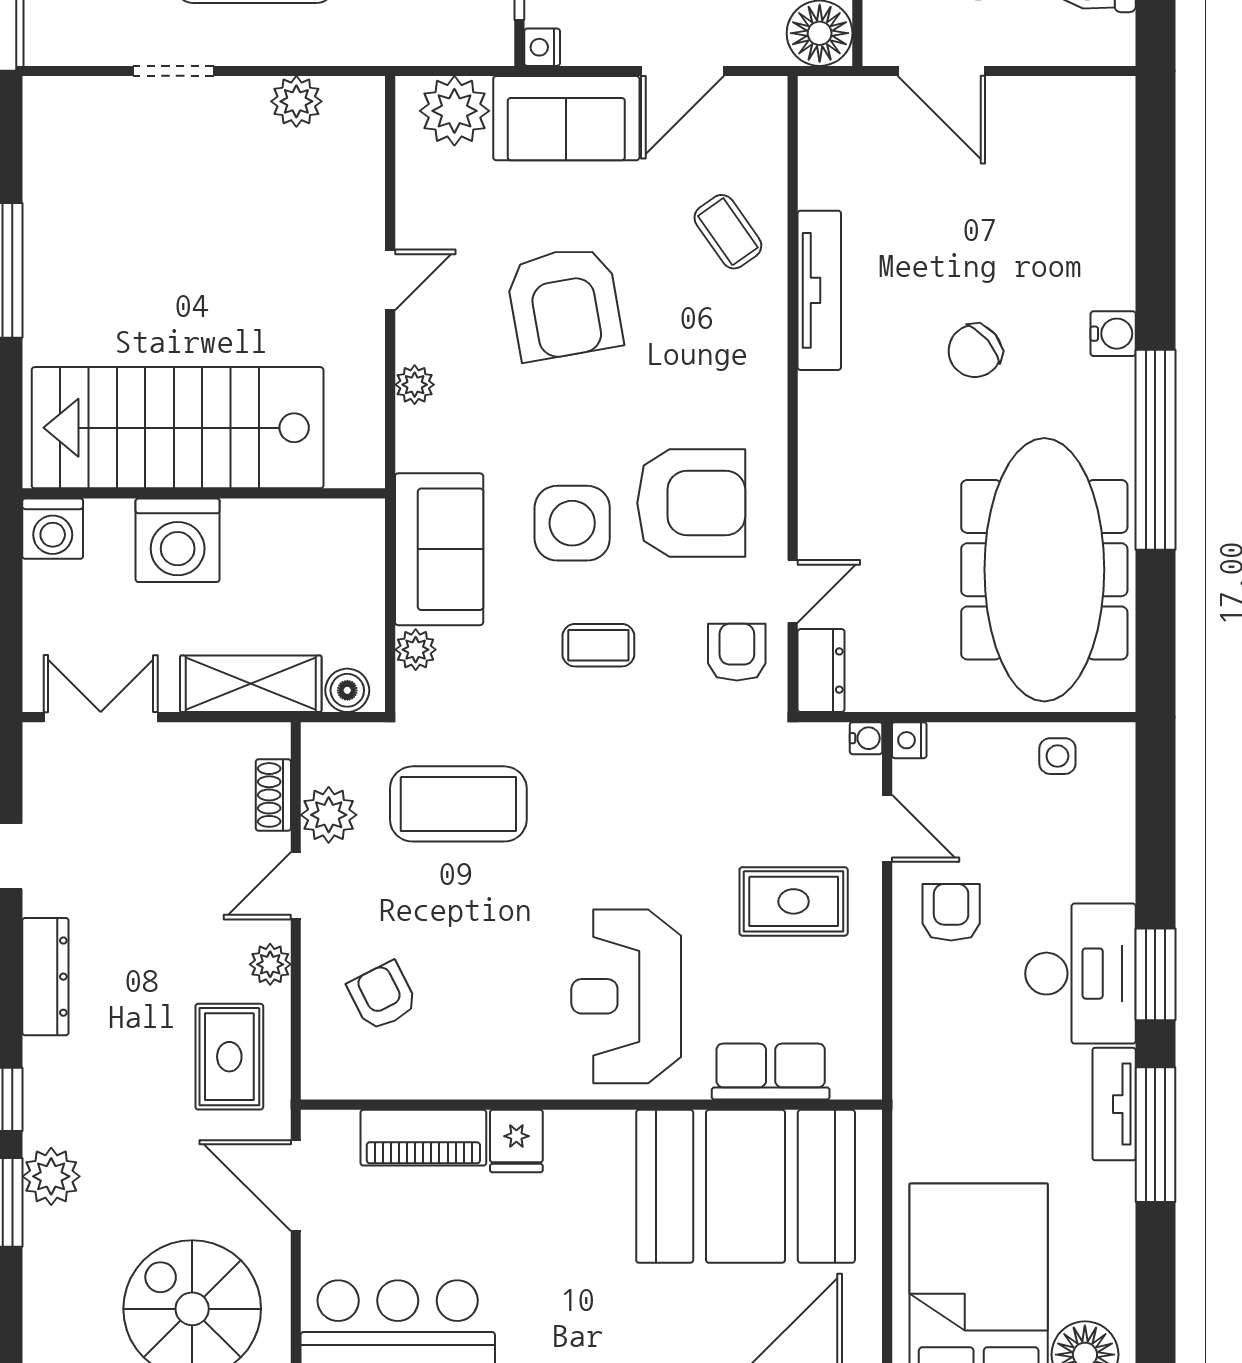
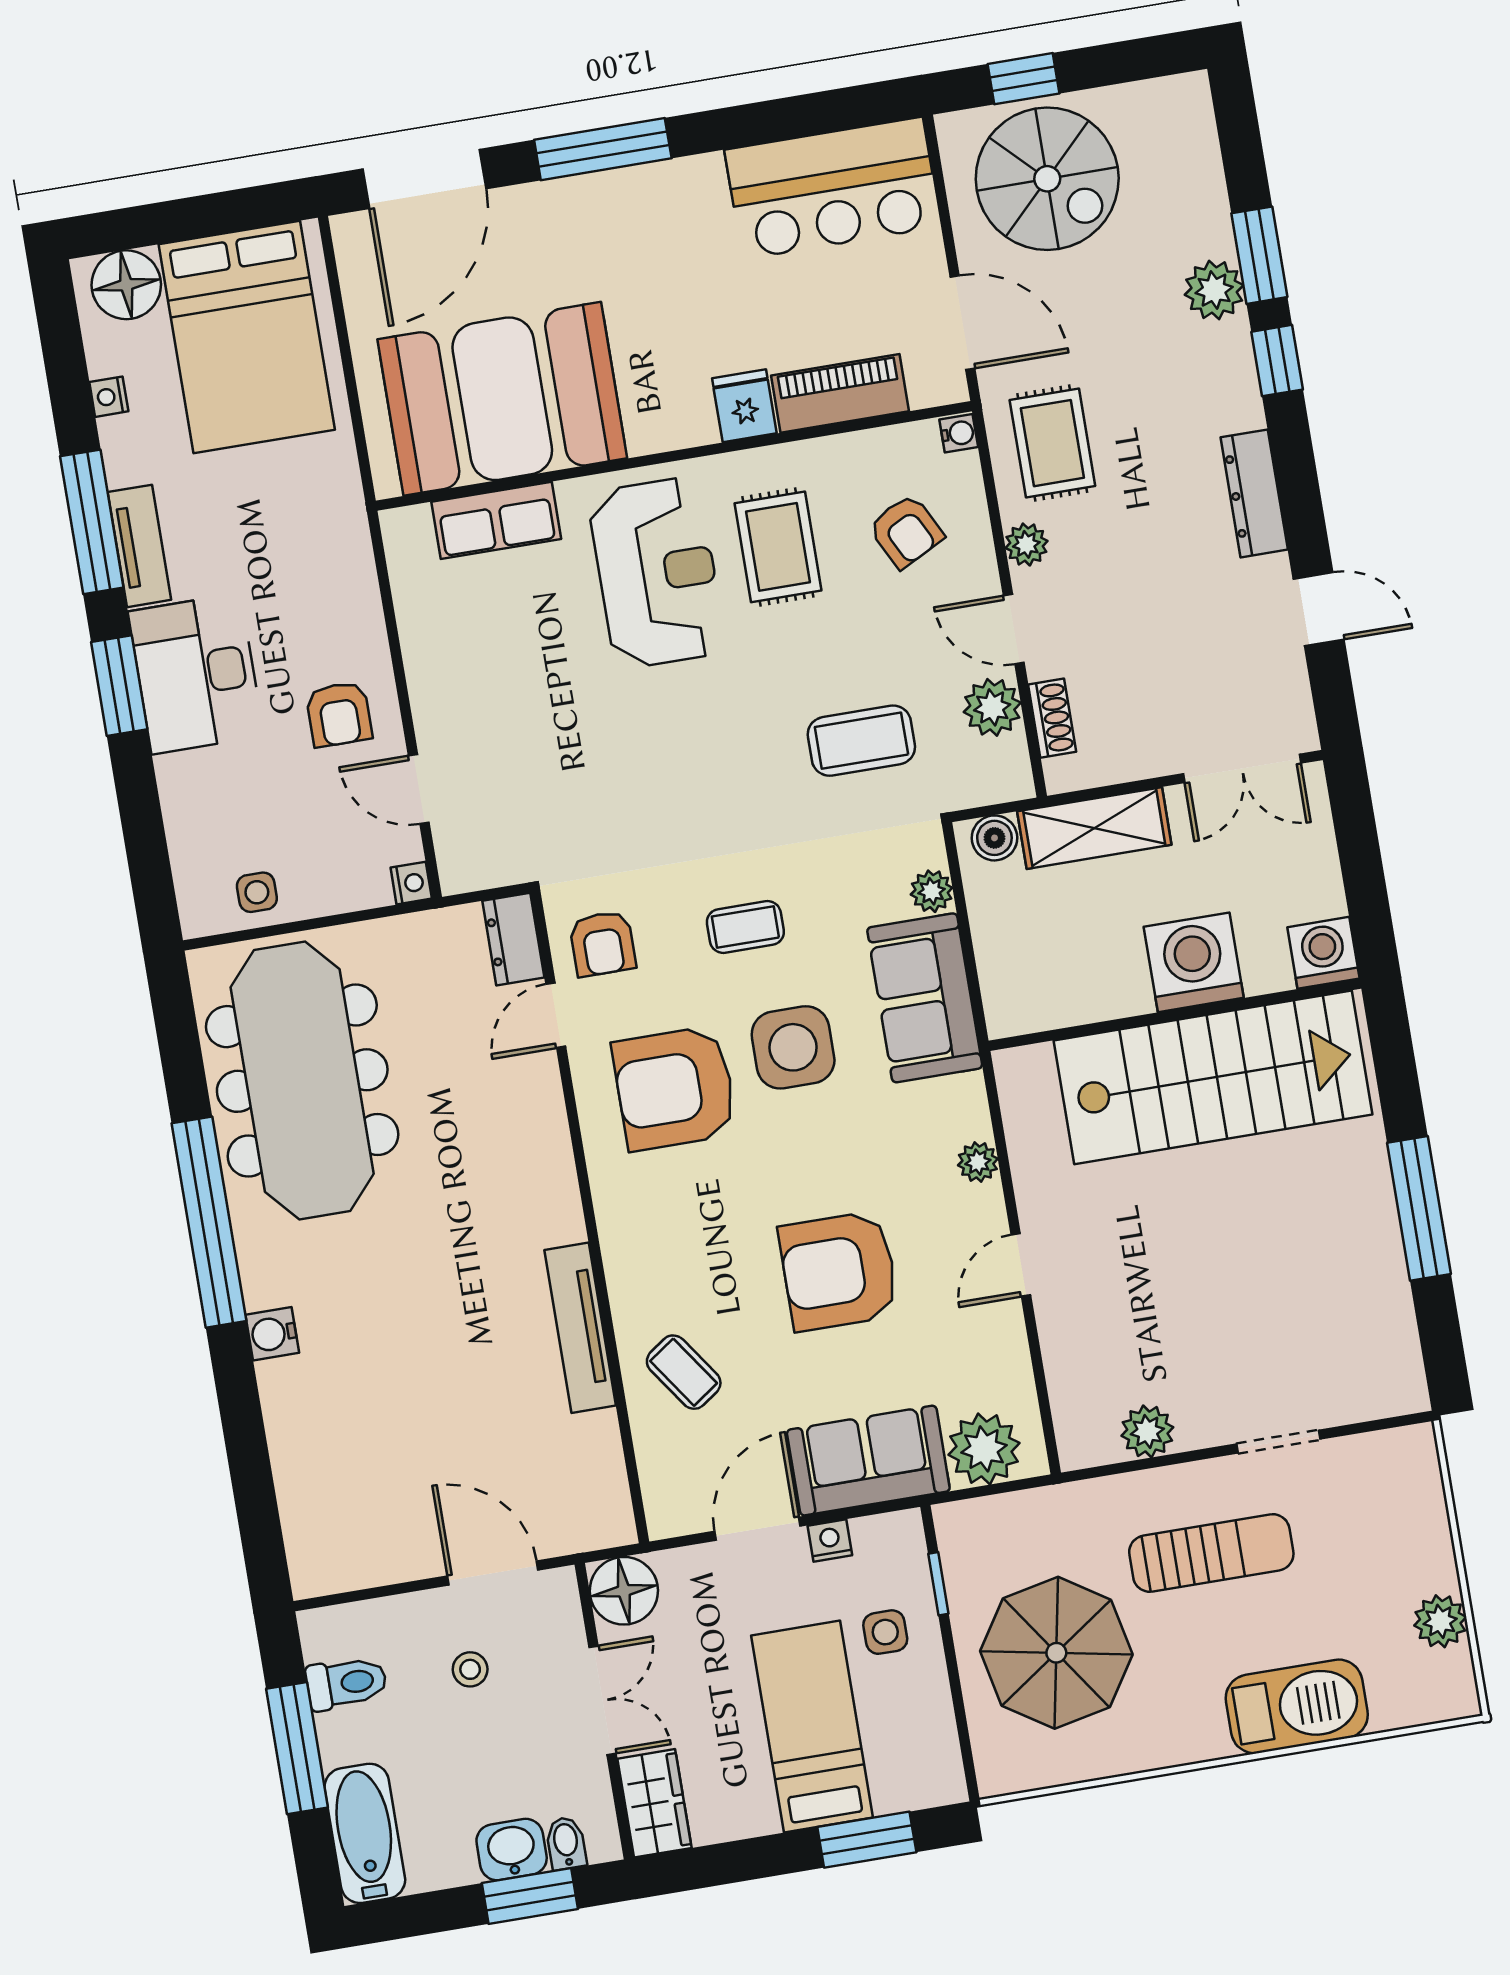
nightstand: (542, 47) -> (830, 1540), moved, turned -90
armchair: (564, 303) -> (839, 1271), turned -80
chair: (975, 351) -> (411, 1292), removed
water cooler: (866, 738) -> (959, 433), moved, turned 180
coffee table: (458, 804) -> (861, 741), width x0.73, depth x0.76
door: (296, 886) -> (1014, 629), swing flipped
rug: (794, 901) -> (778, 547), moved, turned 90
nightstand: (1119, 1251) -> (109, 397), added

